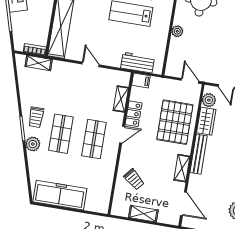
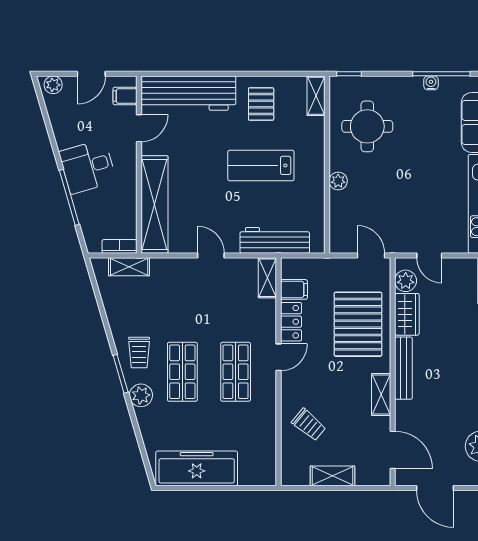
workbench: (138, 63) -> (275, 240), width x1.38
filing cabinet: (141, 80) -> (294, 289), moved
shelving: (121, 99) -> (267, 278), moved

